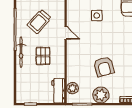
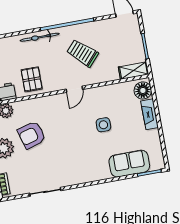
pallet: (43, 56) -> (32, 79), moved, turned 90
armchair: (104, 67) -> (32, 135), moved

